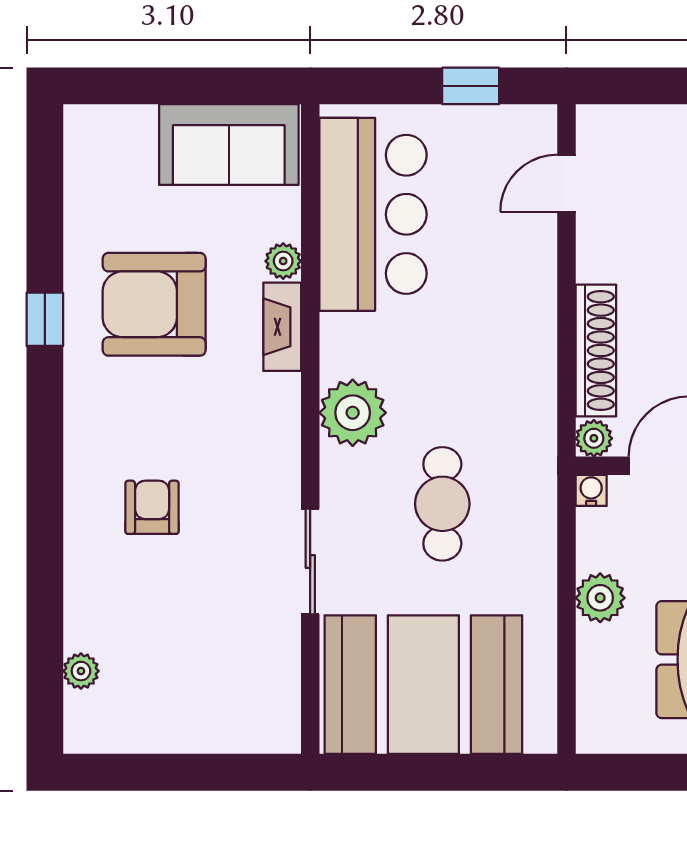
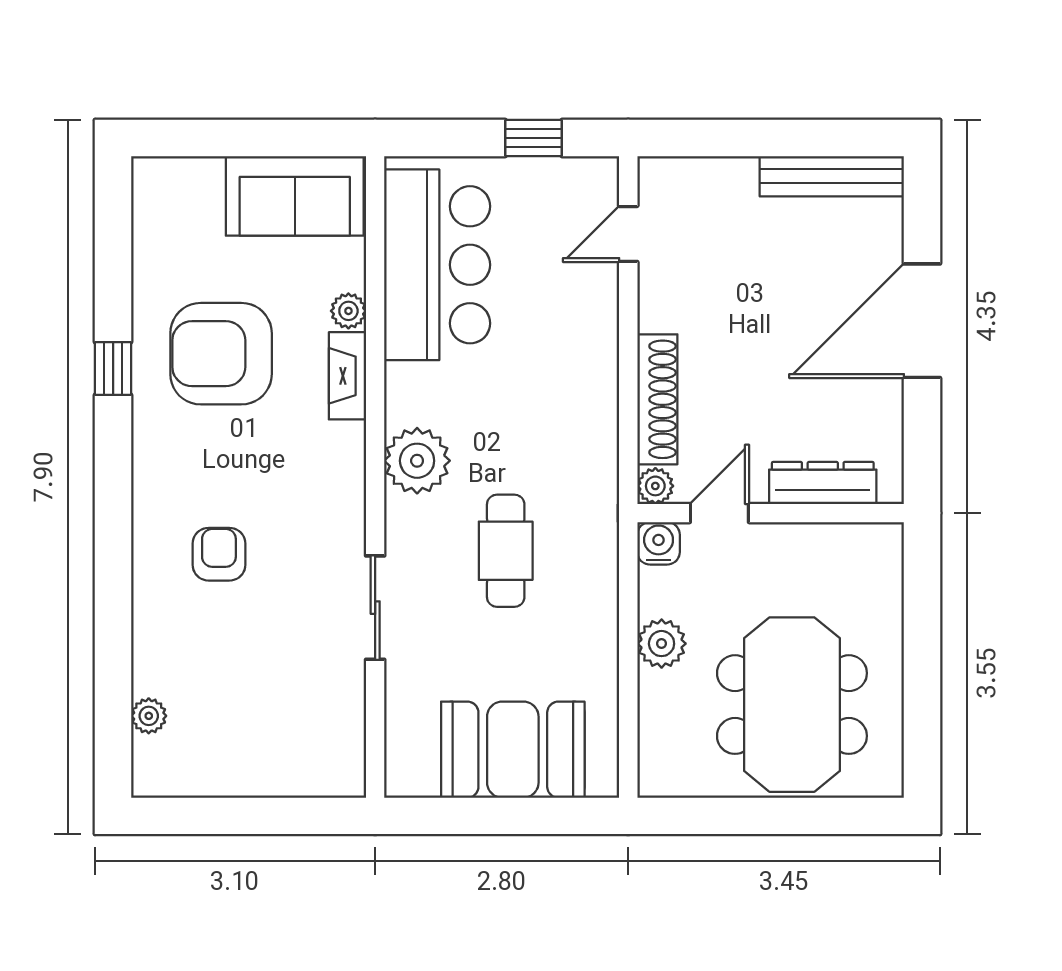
water cooler: (591, 490) -> (659, 543), width x1.38, depth x1.38
booth: (423, 685) -> (513, 750), width x0.73, depth x0.70

